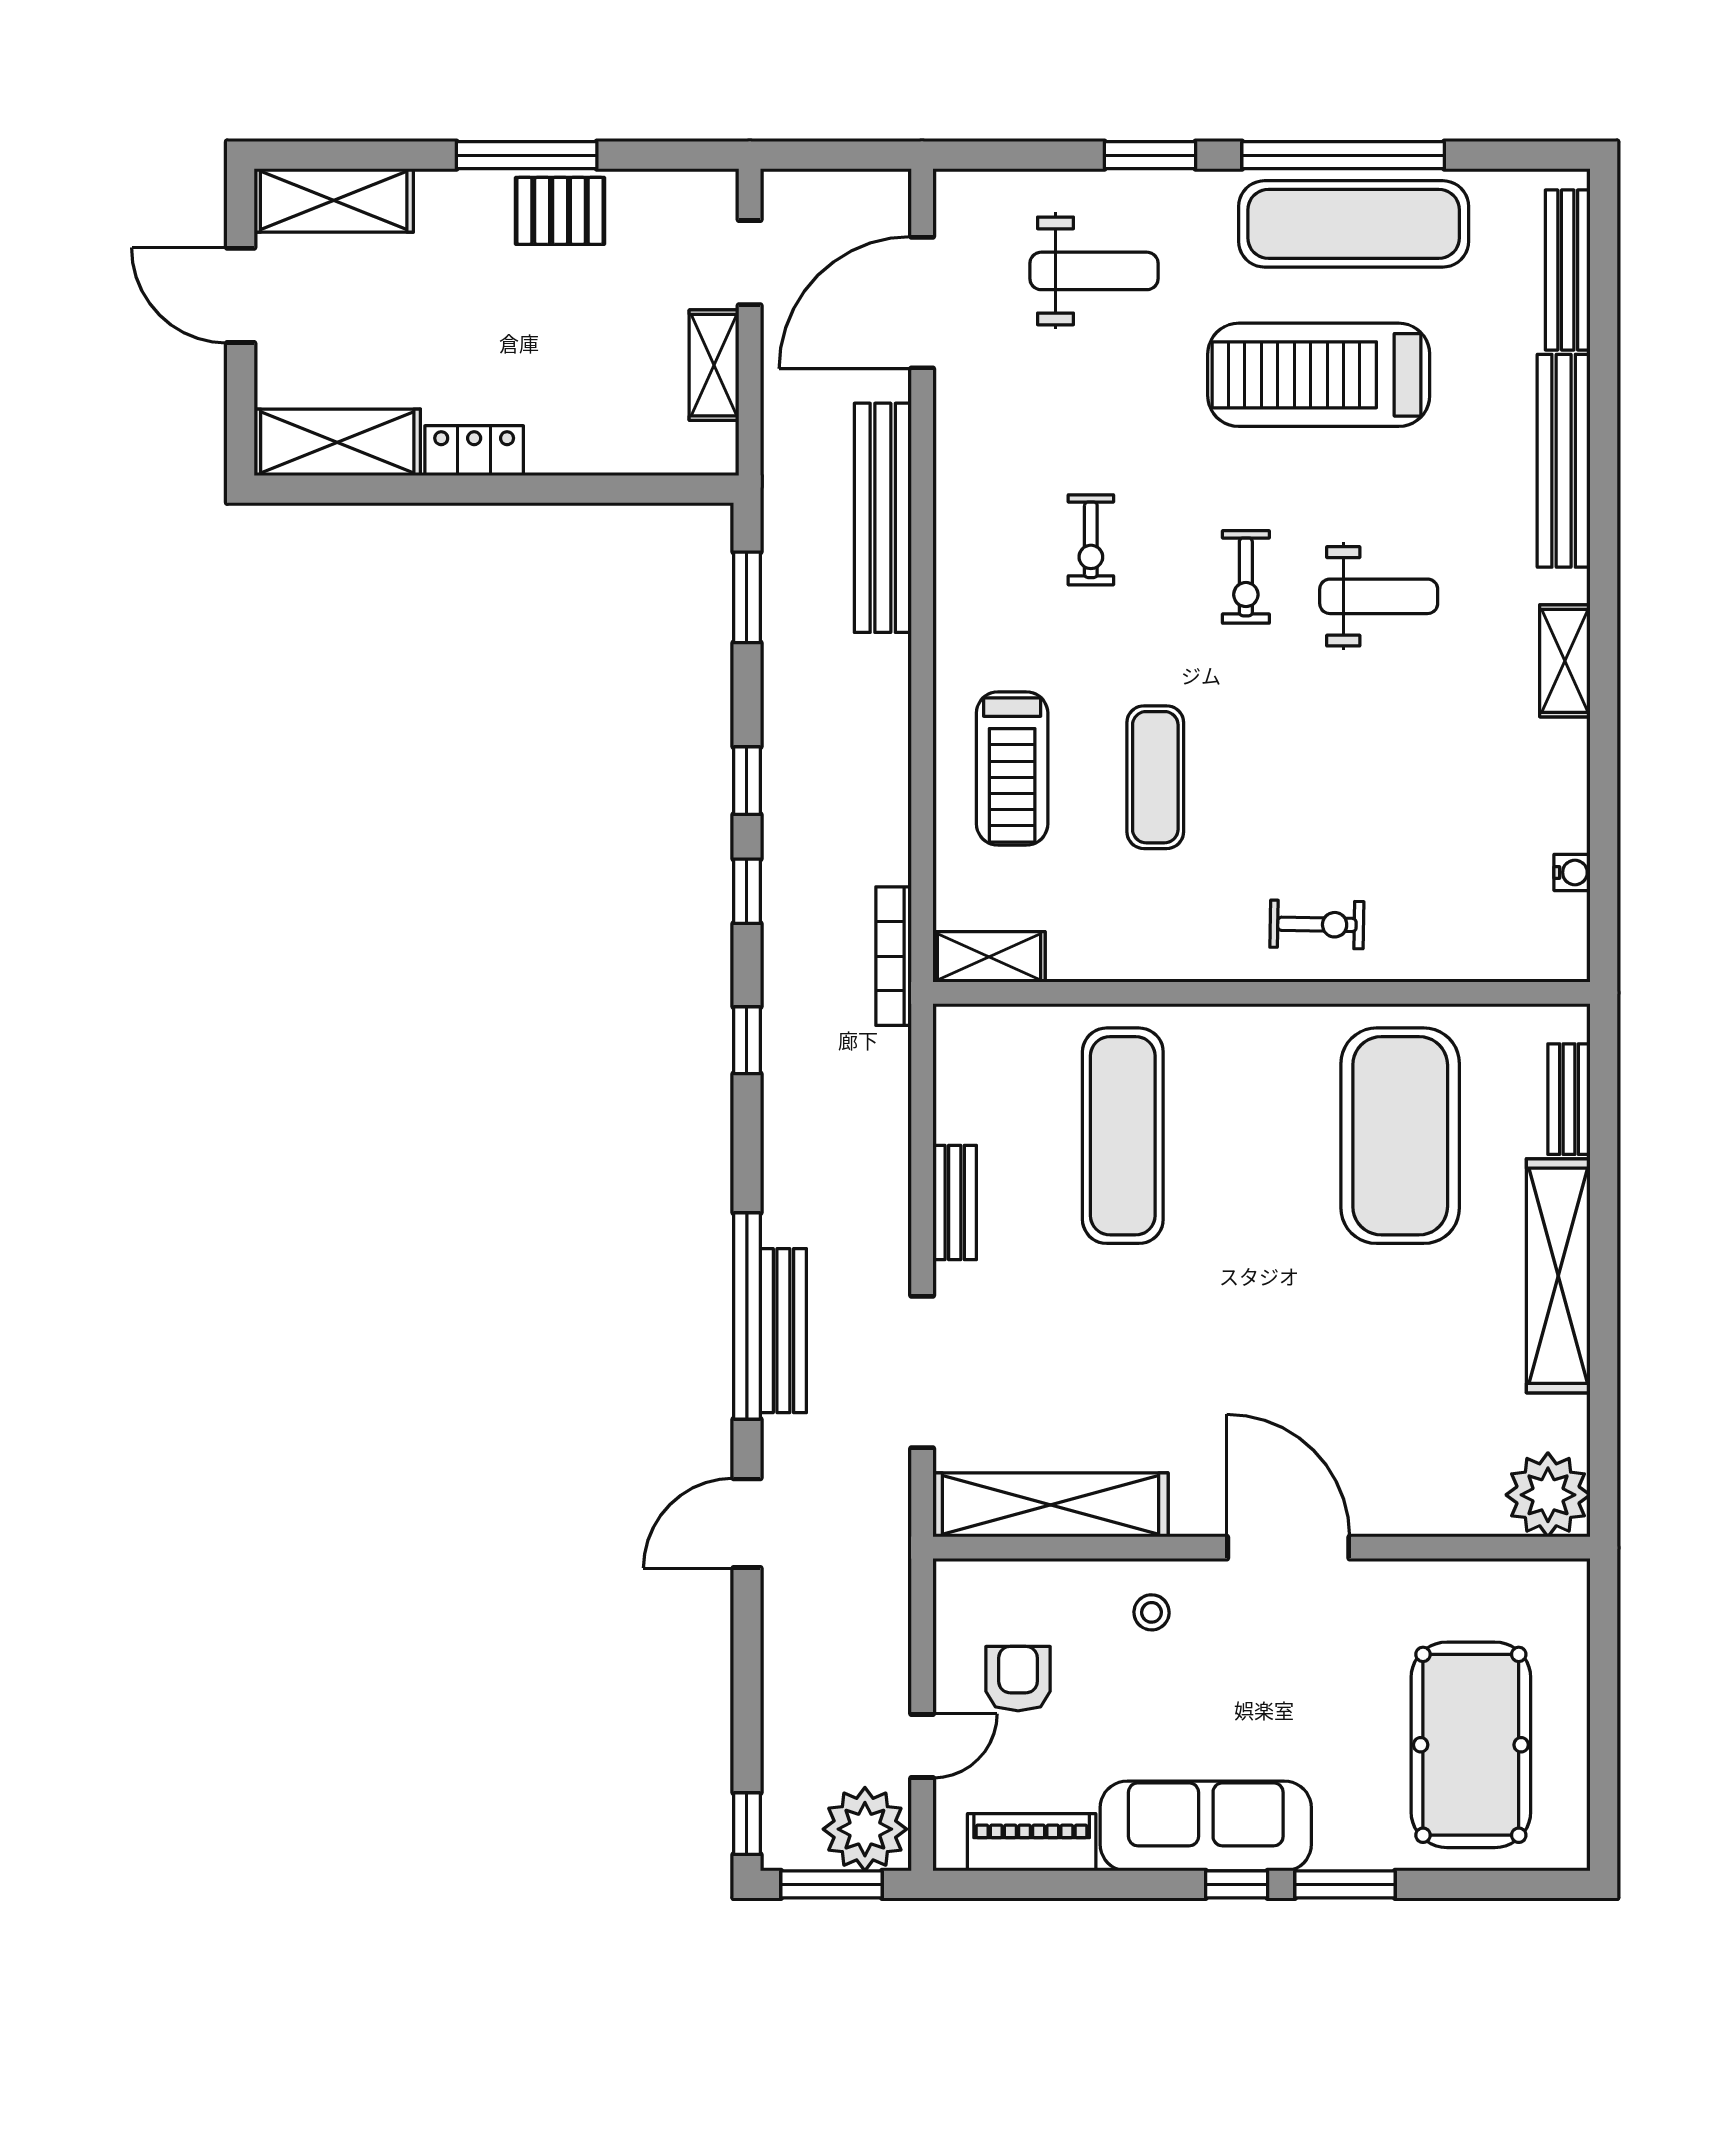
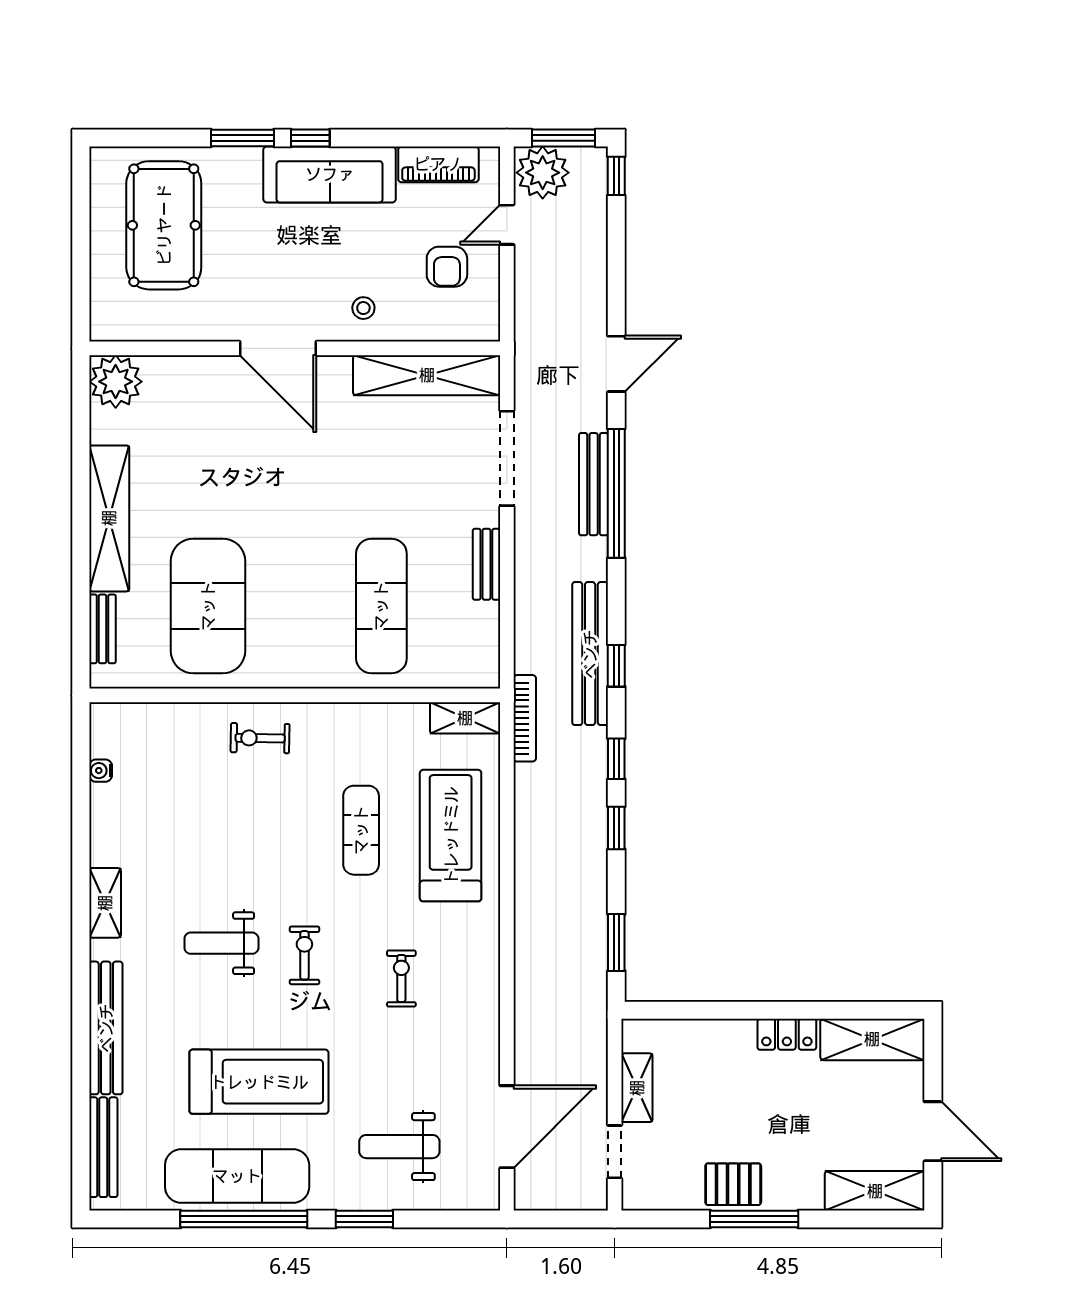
bench: (883, 518) -> (590, 654), moved
treadmill: (1012, 768) -> (451, 836), width x1.37, depth x1.38

